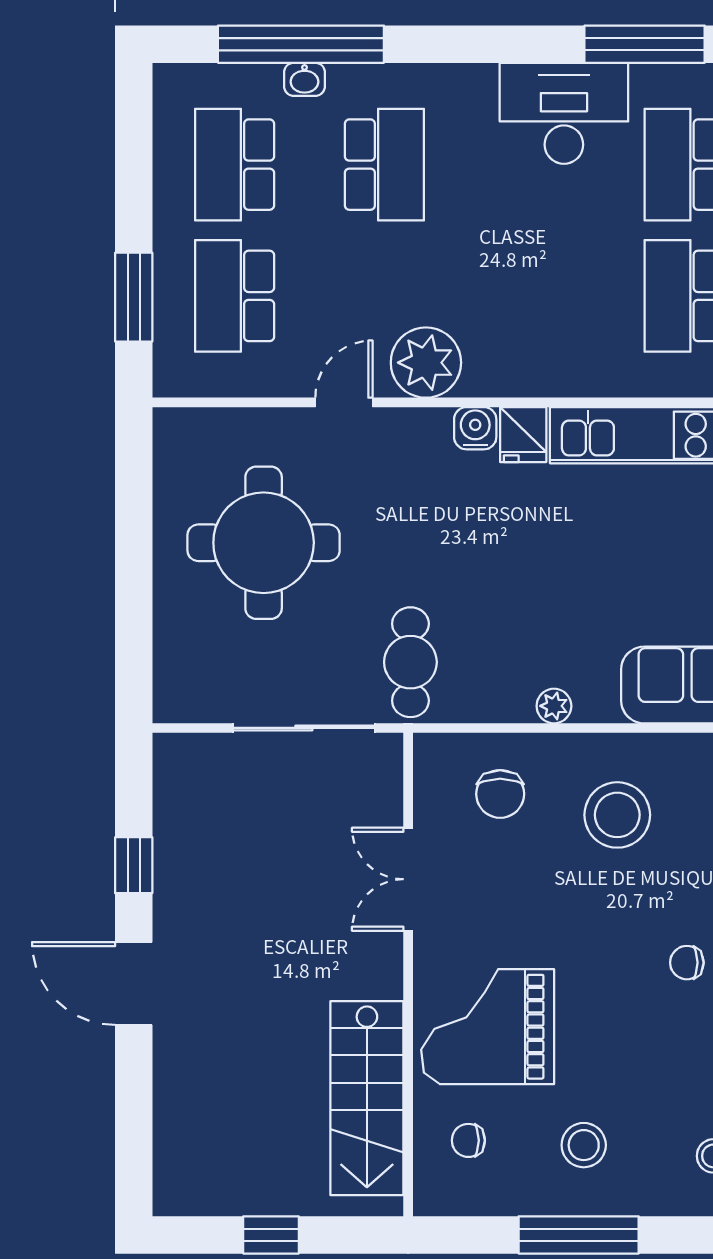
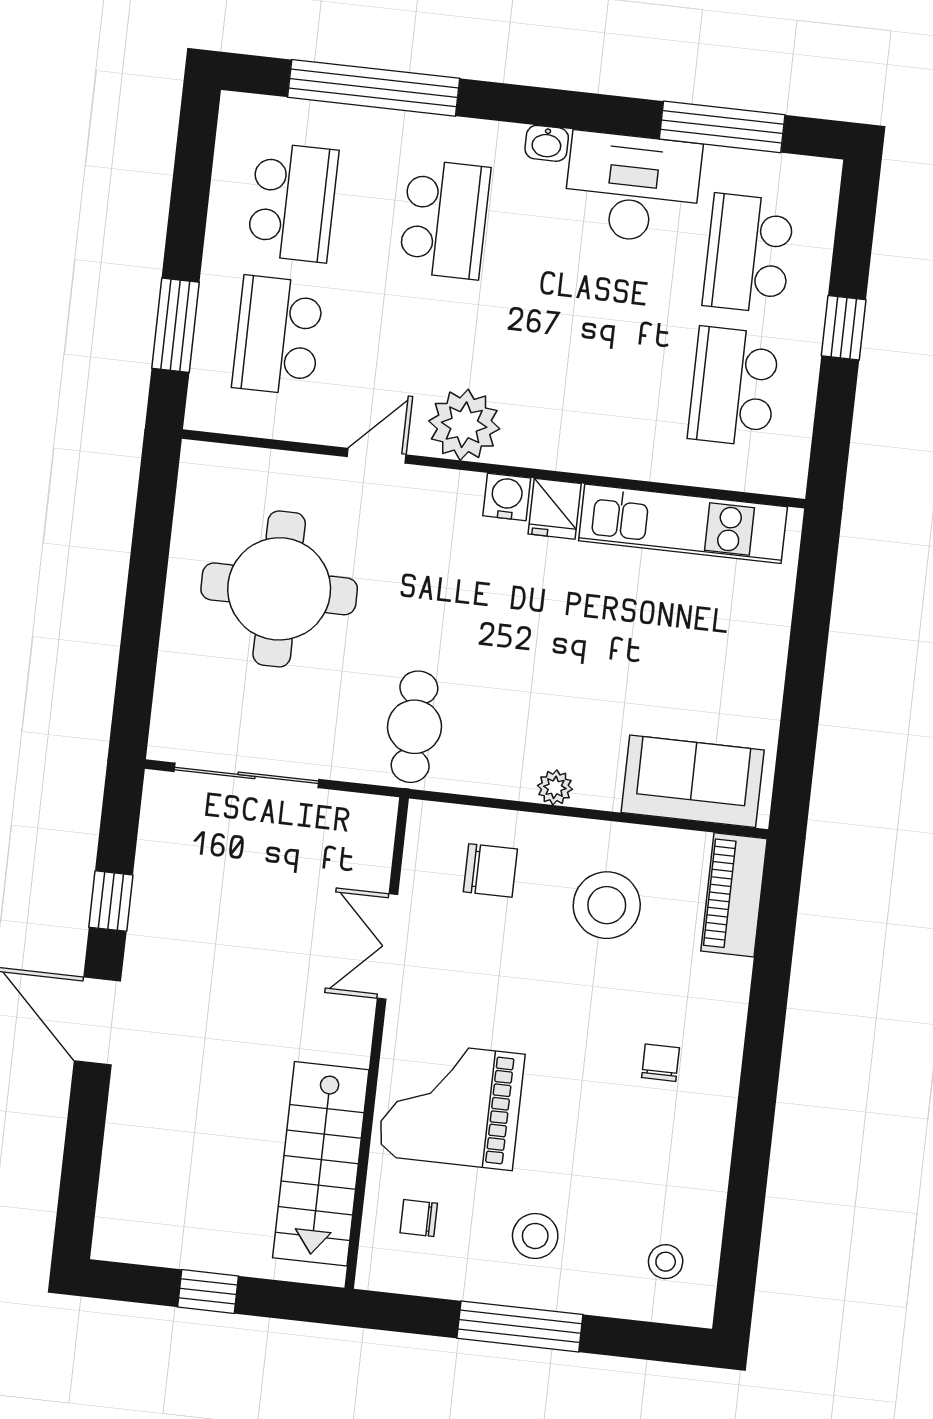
washbasin: (304, 79) -> (547, 143), moved
school desk: (235, 165) -> (293, 202), turned 180
sliding door: (304, 728) -> (247, 775), moved
chair: (500, 794) -> (490, 870), turned -90
chair: (687, 963) -> (661, 1063), turned 90

